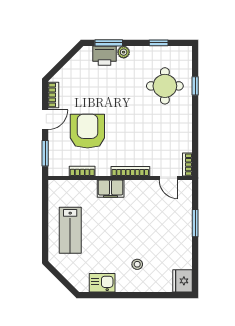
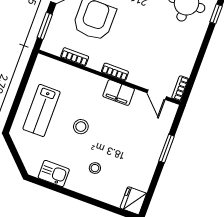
bookcase: (130, 171) -> (115, 72), width x0.64
filing cabinet: (111, 189) -> (119, 93), moved
stool: (111, 232) -> (81, 127), added

